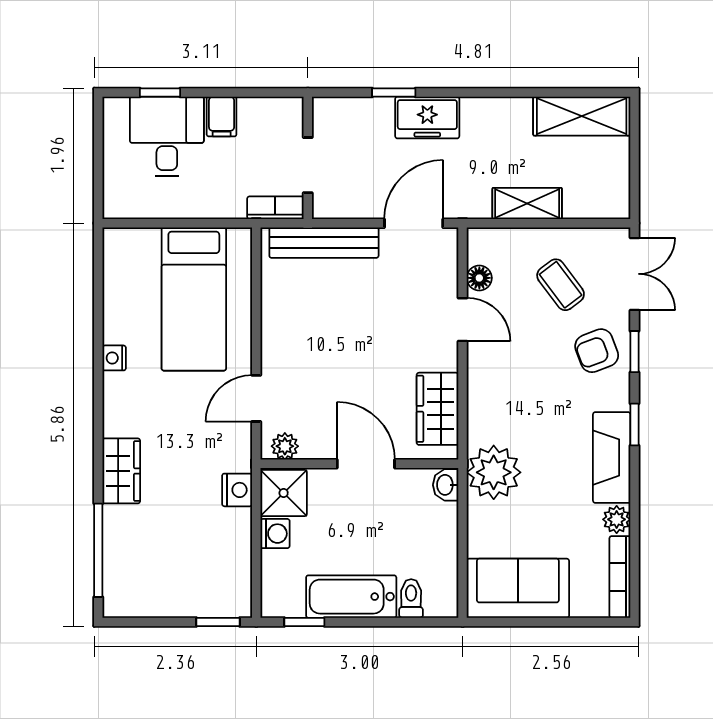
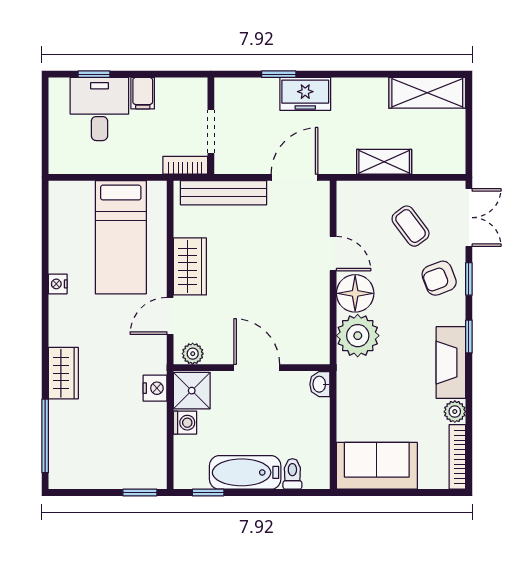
floor lamp: (479, 278) -> (355, 293), moved, width x1.89, depth x1.89
wardrobe: (438, 409) -> (190, 266), moved, turned 180
plant: (494, 472) -> (358, 336), moved

